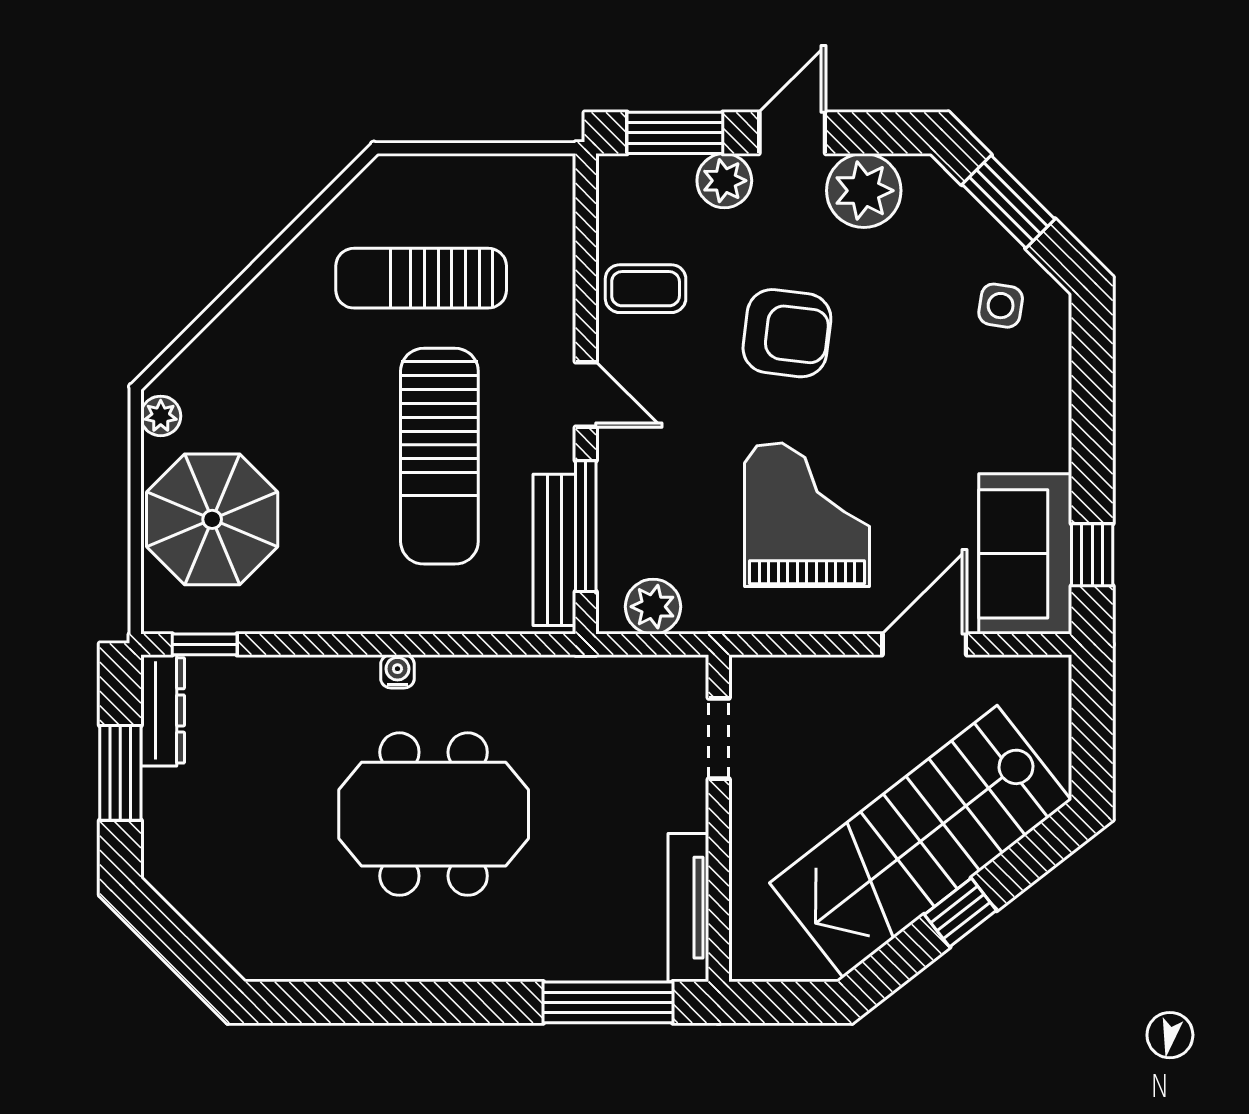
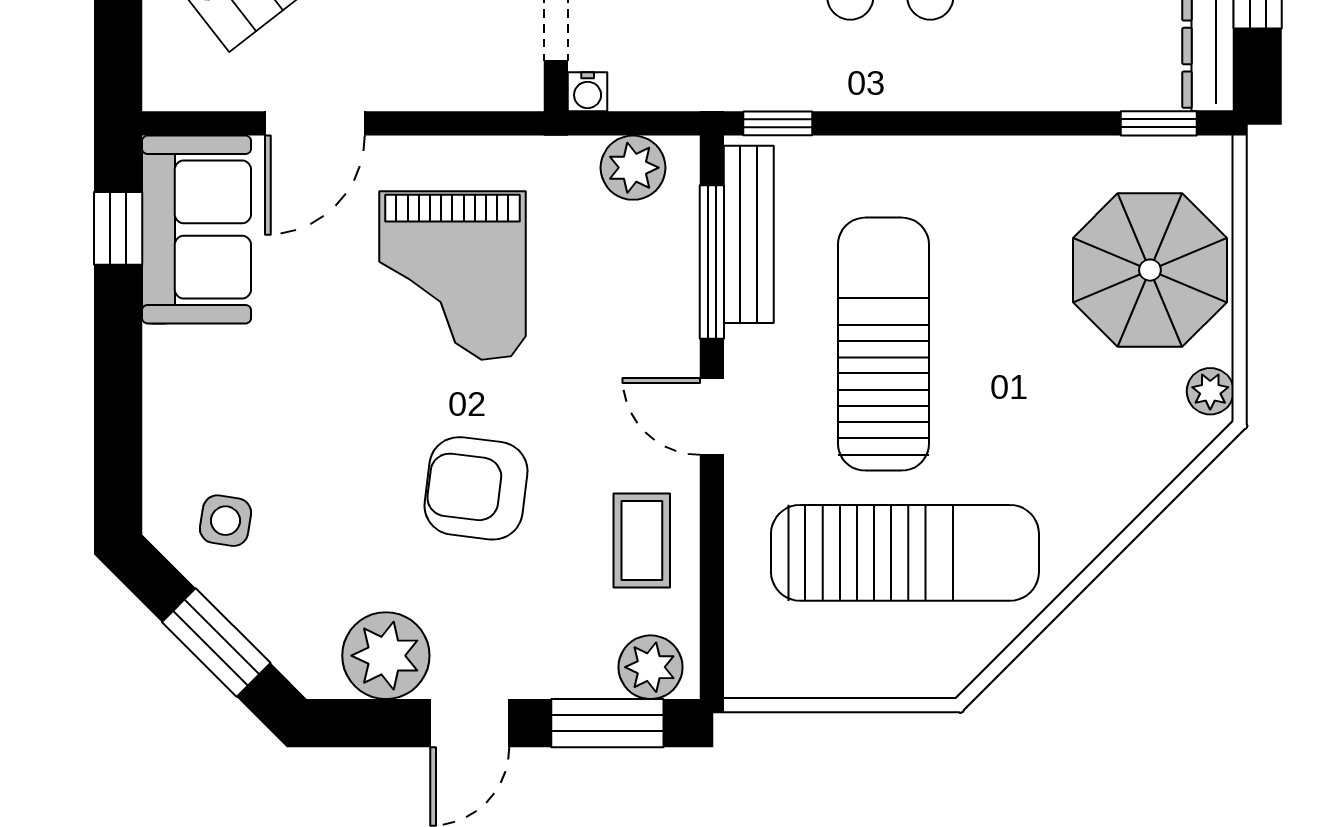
plant: (724, 181) -> (651, 667), moved
sun lounger: (421, 278) -> (905, 553), width x1.36, depth x1.34
coffee table: (646, 289) -> (642, 541), turned 90
window: (530, 644) -> (778, 123), added
water cooler: (397, 671) -> (588, 92), moved

